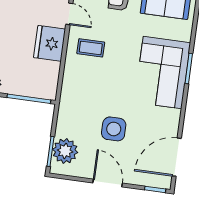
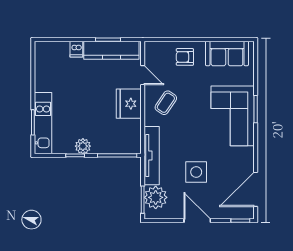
coffee table: (91, 48) -> (166, 103), turned -56
tv unit: (67, 104) -> (152, 156), added

